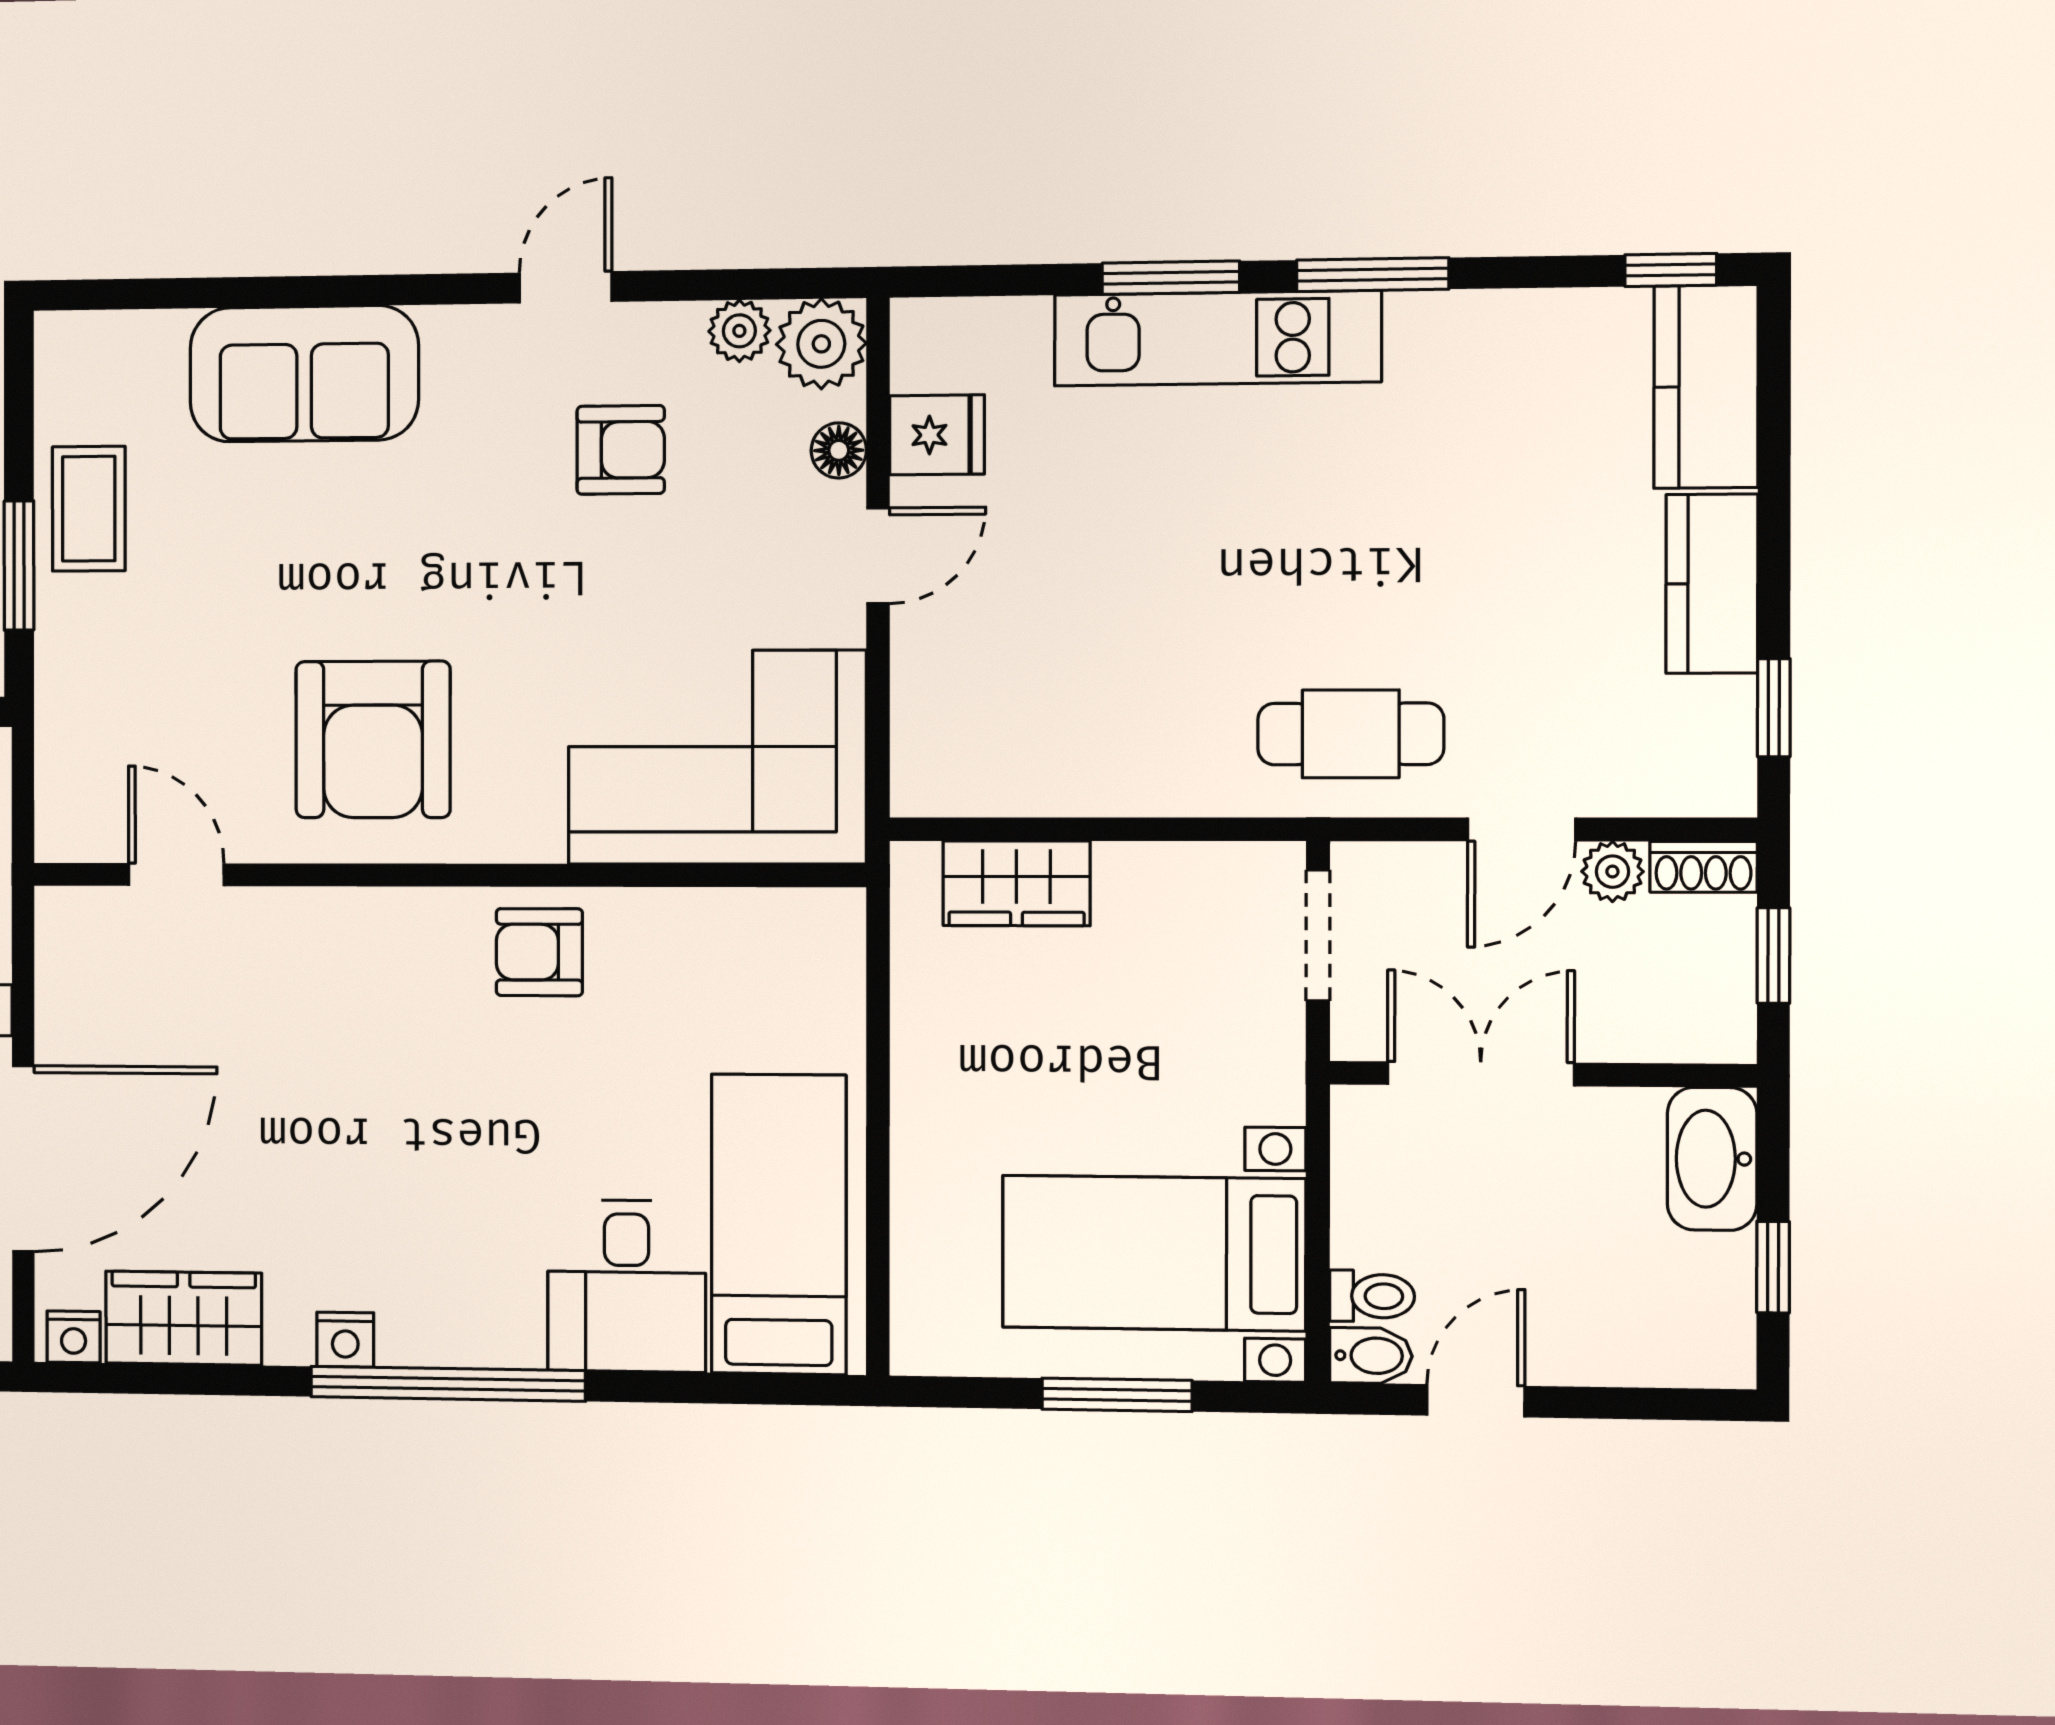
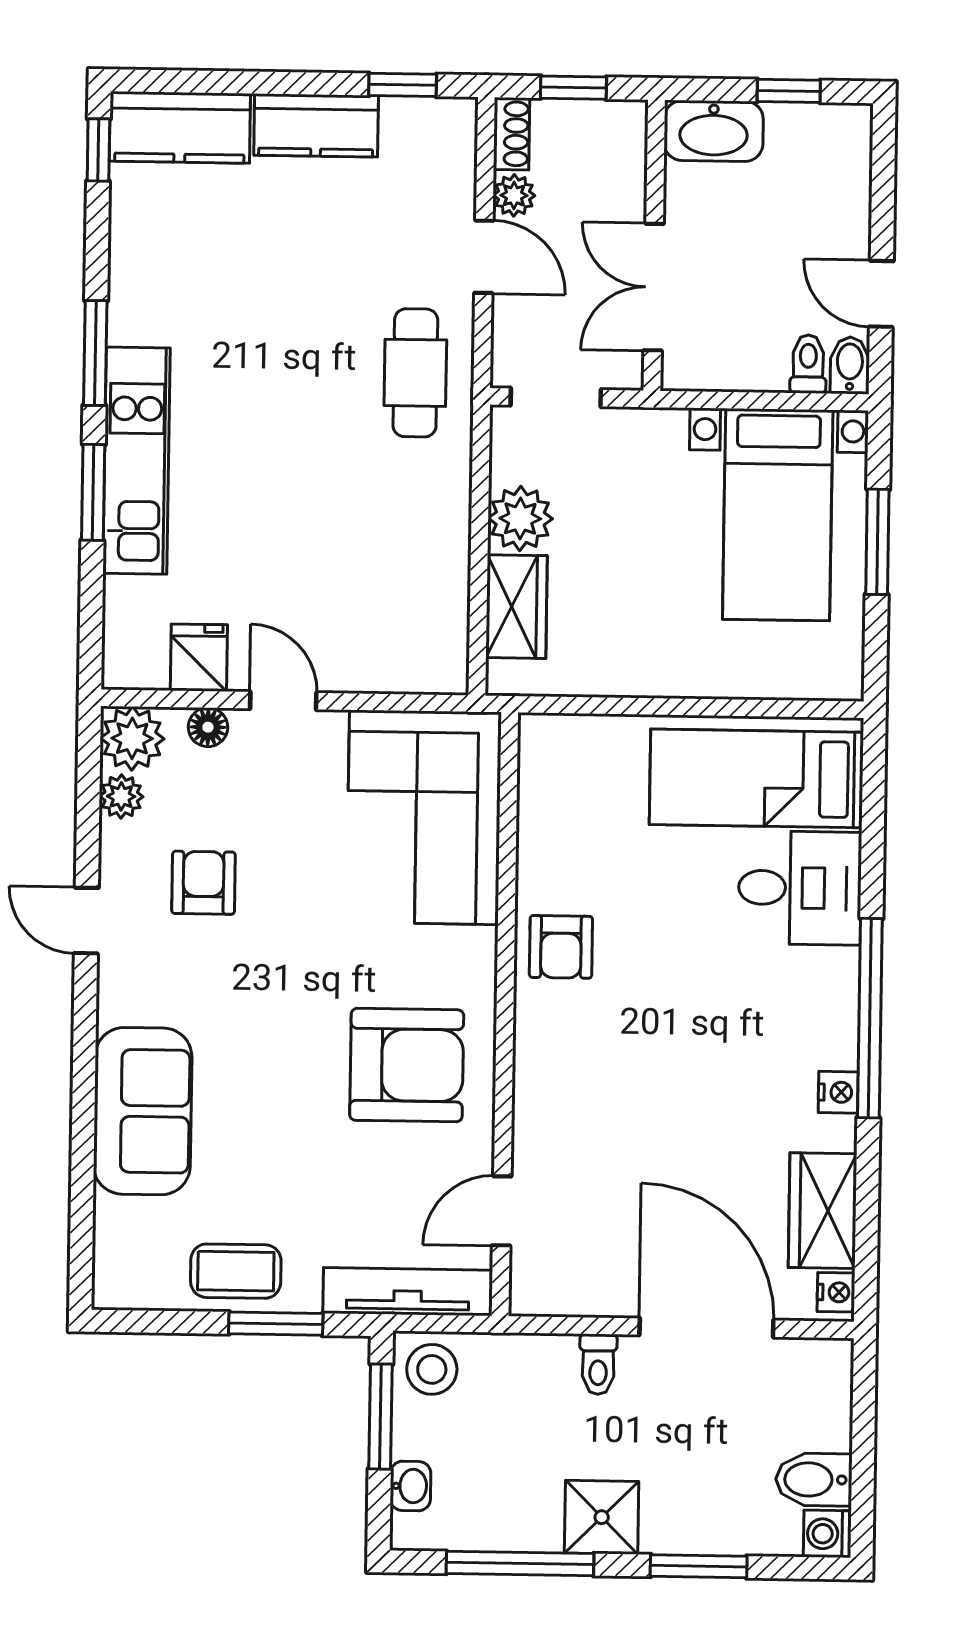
tv unit: (65, 747) -> (408, 1292), added
plant: (1143, 887) -> (520, 518), added

